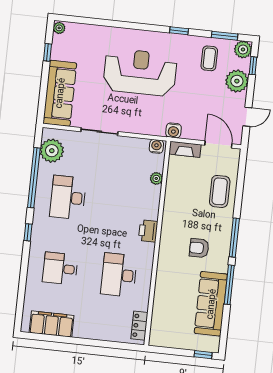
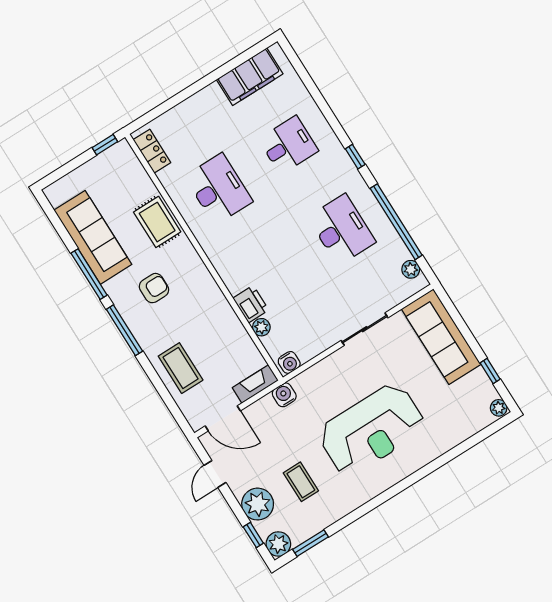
window: (179, 31) -> (365, 509), removed
coffee table: (209, 58) -> (301, 482), moved
plant: (52, 151) -> (411, 269), width x0.53, depth x0.53
printer: (148, 231) -> (251, 304), moved
rug: (168, 284) -> (157, 222), added
window: (203, 355) -> (105, 145), moved

